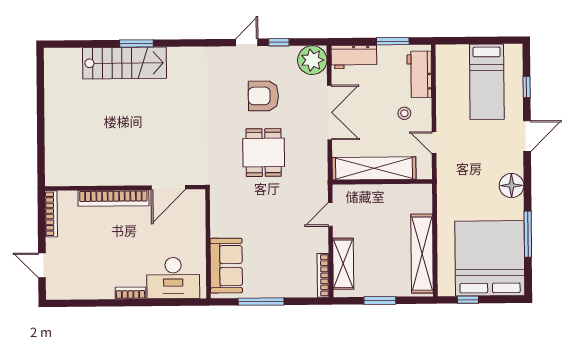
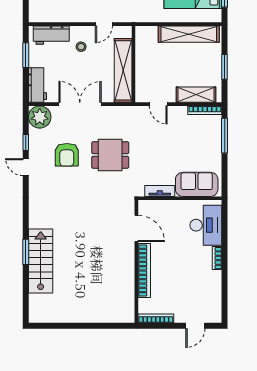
tv unit: (217, 217) -> (160, 191), added
window: (261, 302) -> (225, 136), moved

